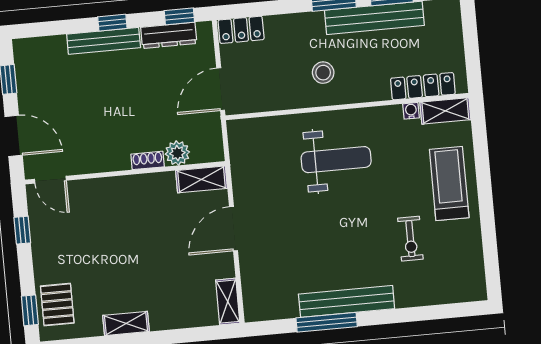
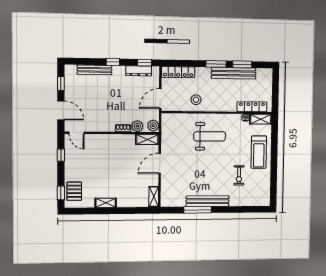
locker: (241, 30) -> (178, 72), width x1.53
bench: (104, 41) -> (94, 70), moved
stool: (323, 73) -> (196, 100), moved
plant: (211, 149) -> (153, 126), added
treadmill: (449, 184) -> (259, 152), turned 180

